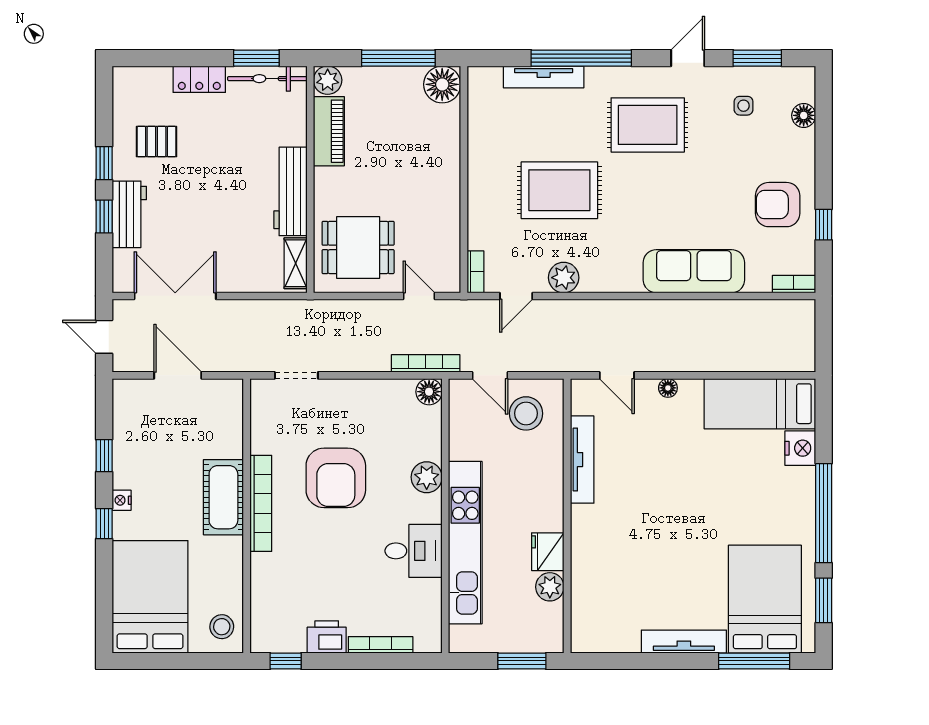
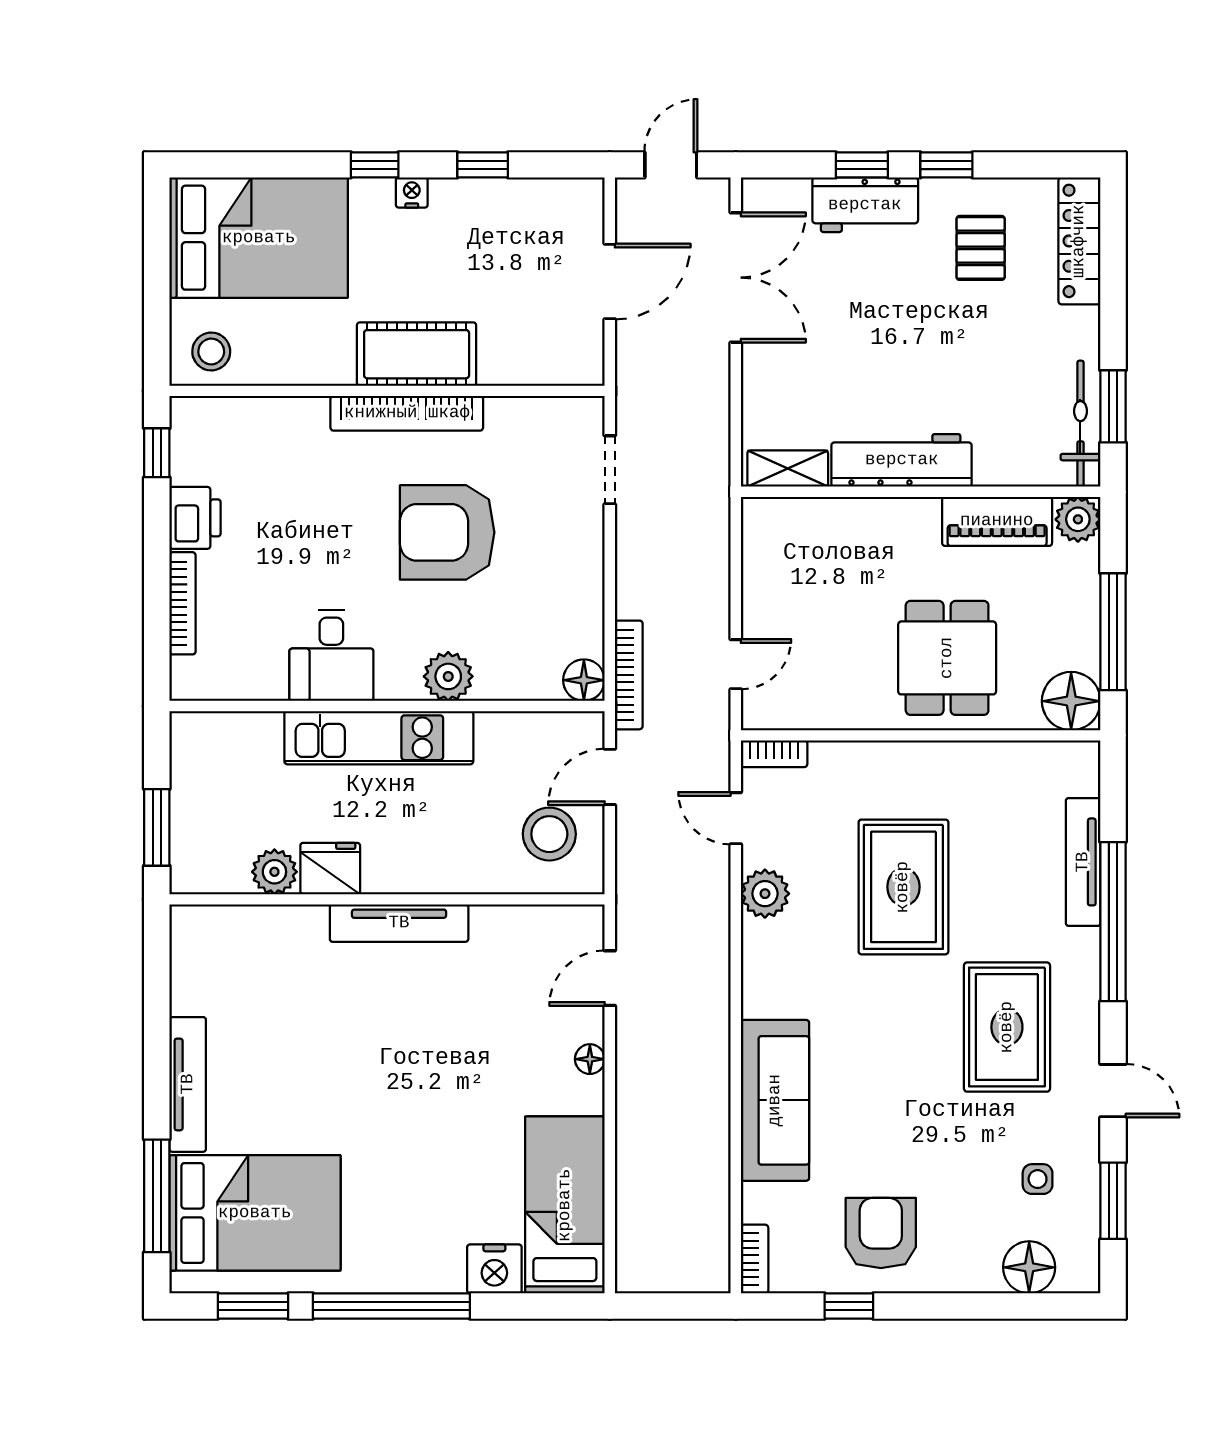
locker: (199, 79) -> (1079, 241), moved, width x1.53
floor lamp: (804, 115) -> (1029, 1267), width x1.38, depth x1.38
dining table: (358, 247) -> (947, 658), moved
tv unit: (582, 460) -> (399, 923), moved
kitchen unit: (465, 543) -> (379, 738), width x0.73

